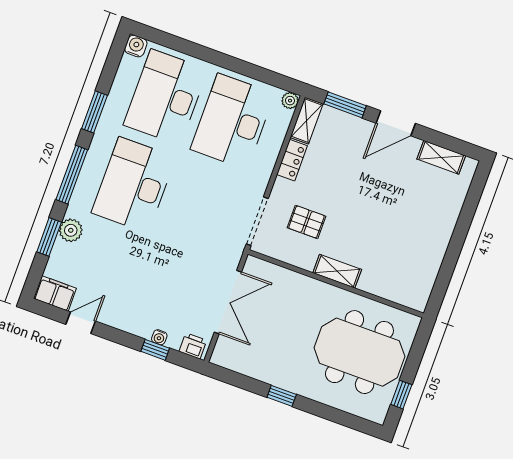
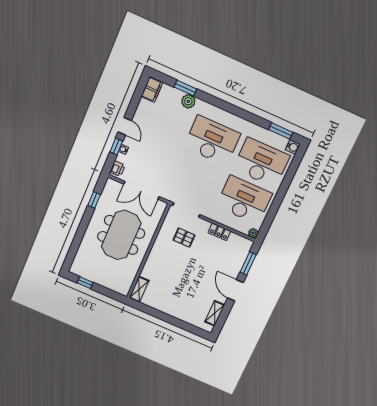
window: (95, 112) -> (281, 131), moved
shelving: (307, 121) -> (241, 242), removed
window: (72, 175) -> (221, 104), removed
pallet: (306, 222) -> (184, 238), turned 90
shelving: (337, 271) -> (139, 289), moved
door: (81, 323) -> (125, 126), moved
meeting table: (359, 352) -> (121, 235), moved
window: (282, 396) -> (94, 200), moved

